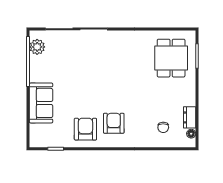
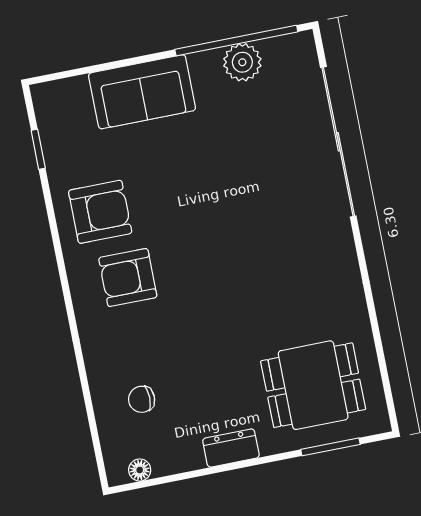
plant: (37, 47) -> (242, 62), moved
dresser: (190, 117) -> (231, 448), moved
armchair: (114, 123) -> (128, 278), turned 180

